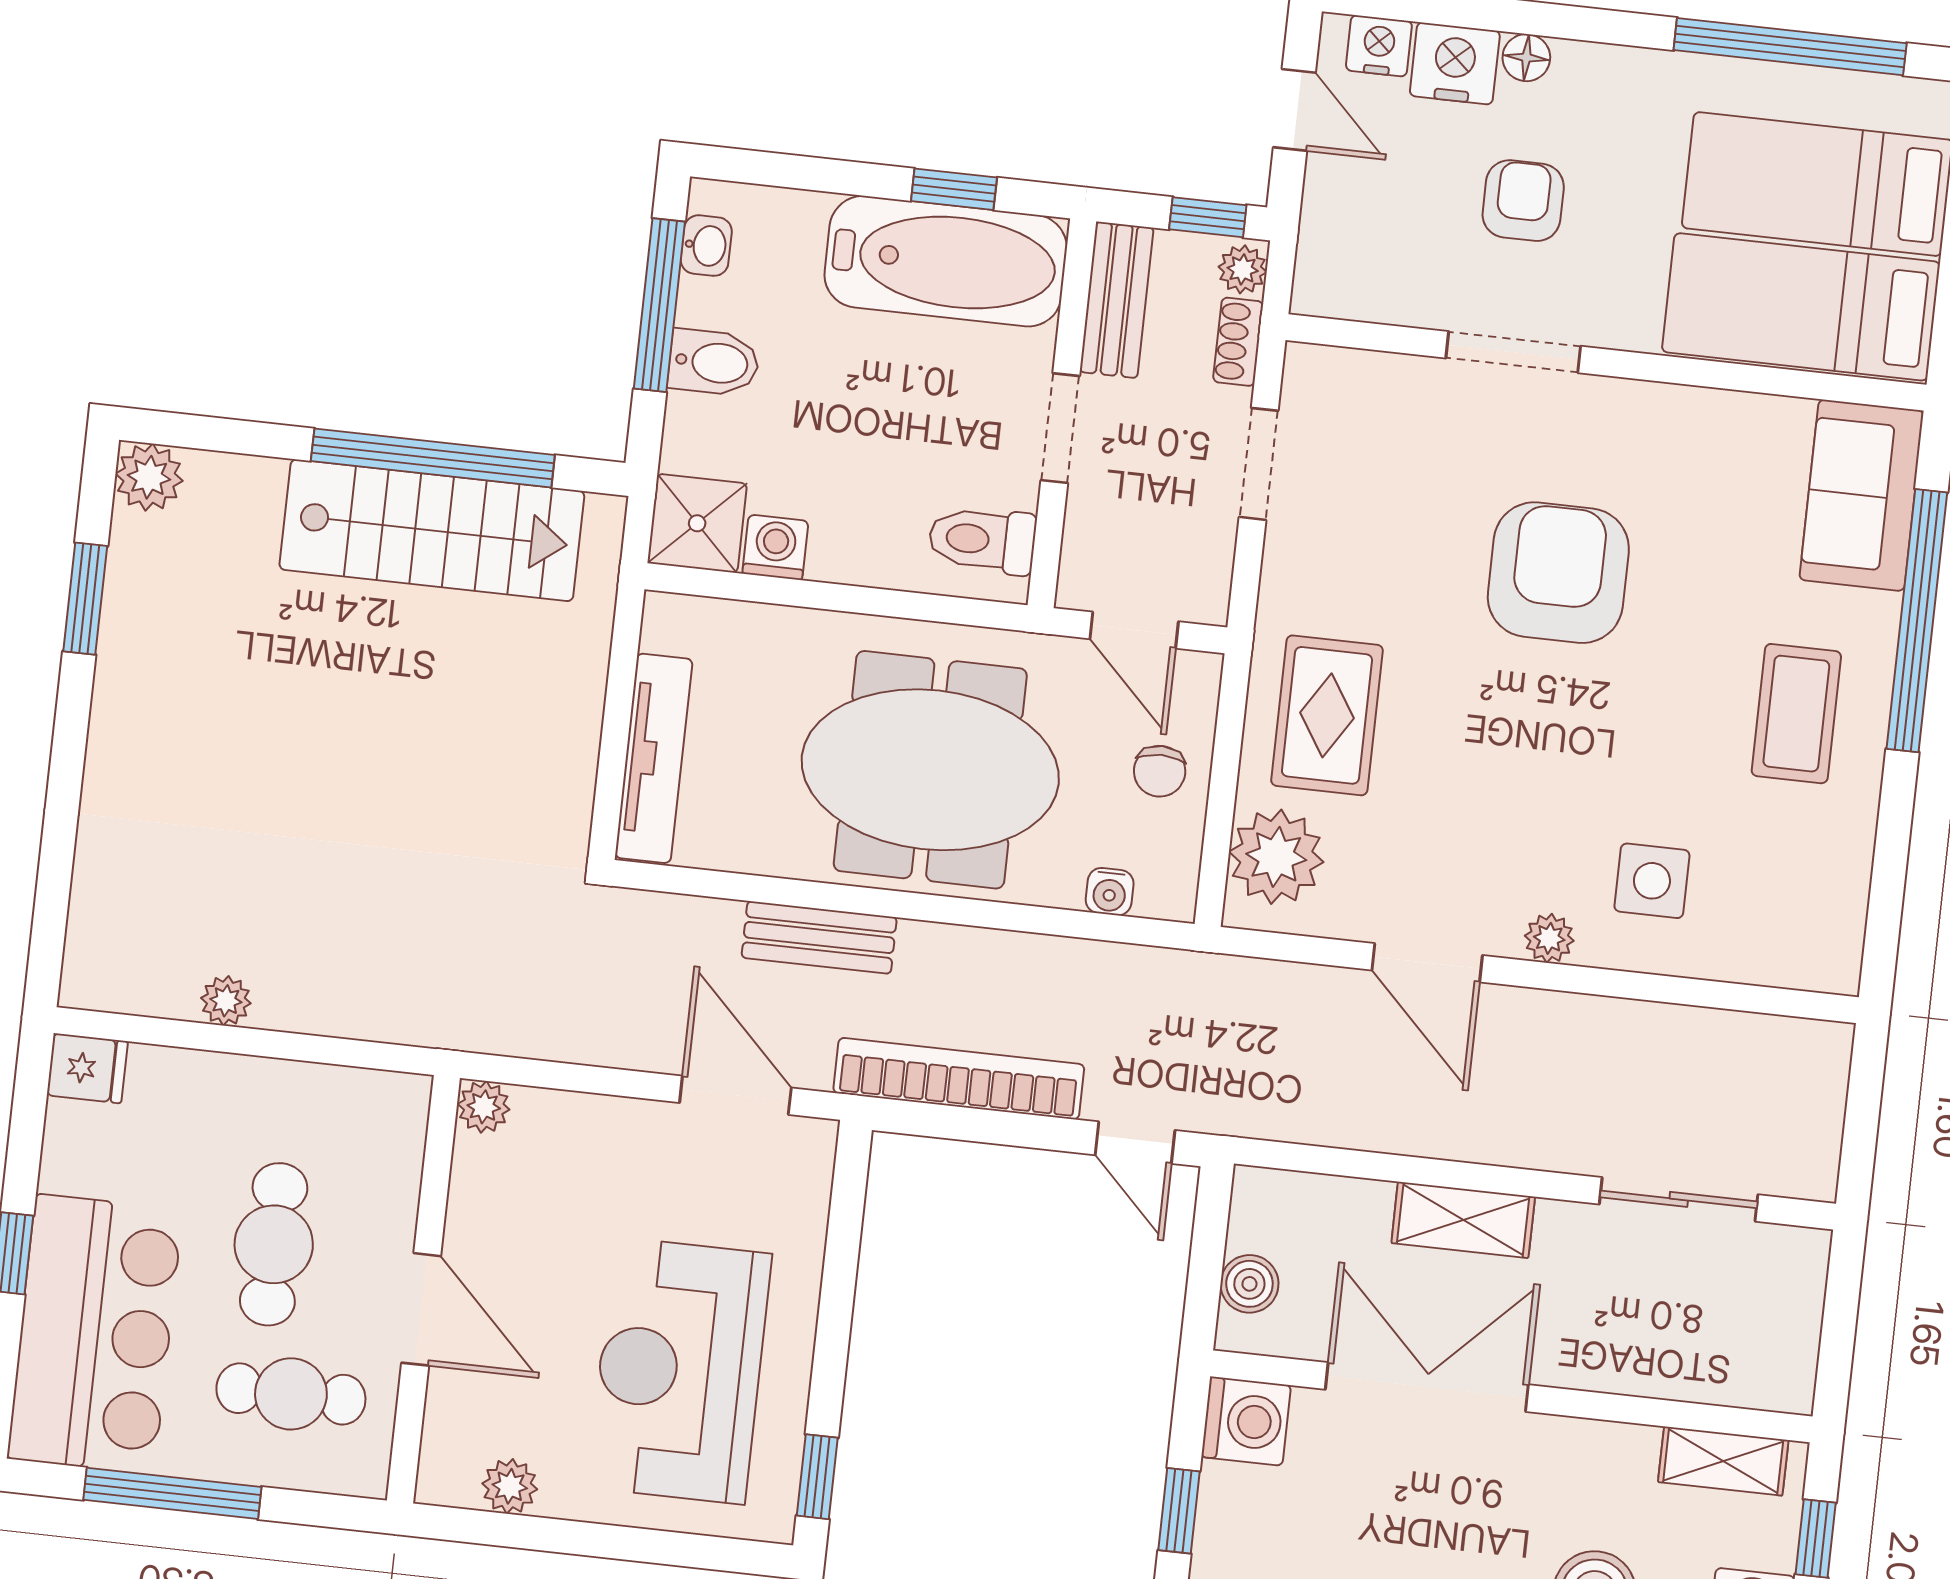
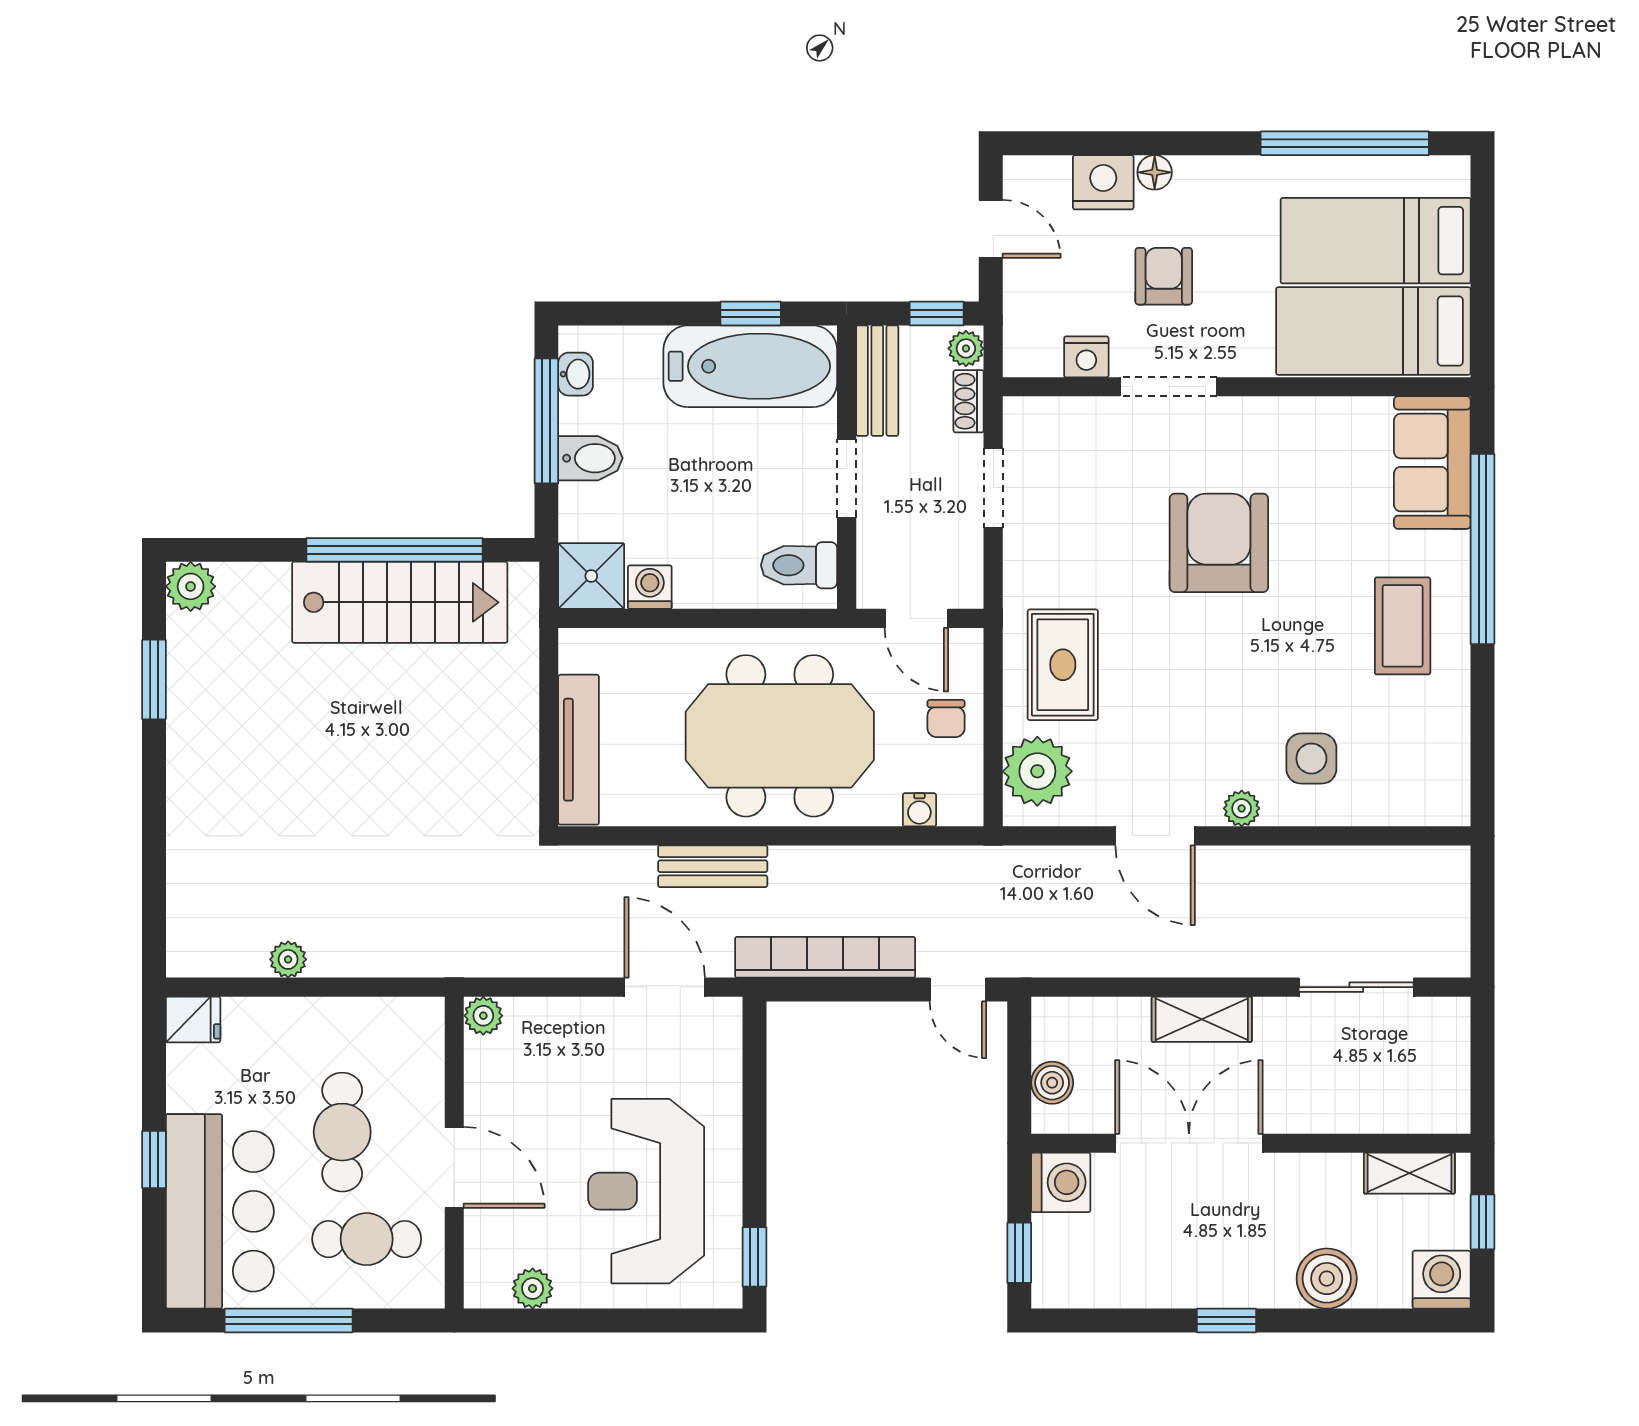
nightstand: (1379, 46) -> (1086, 357), moved, turned 180

